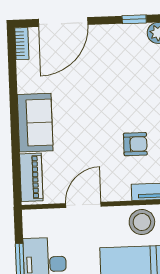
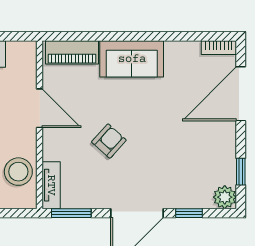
door: (63, 22) -> (241, 94), hinge flipped
armchair: (135, 144) -> (109, 141), moved, turned -138

